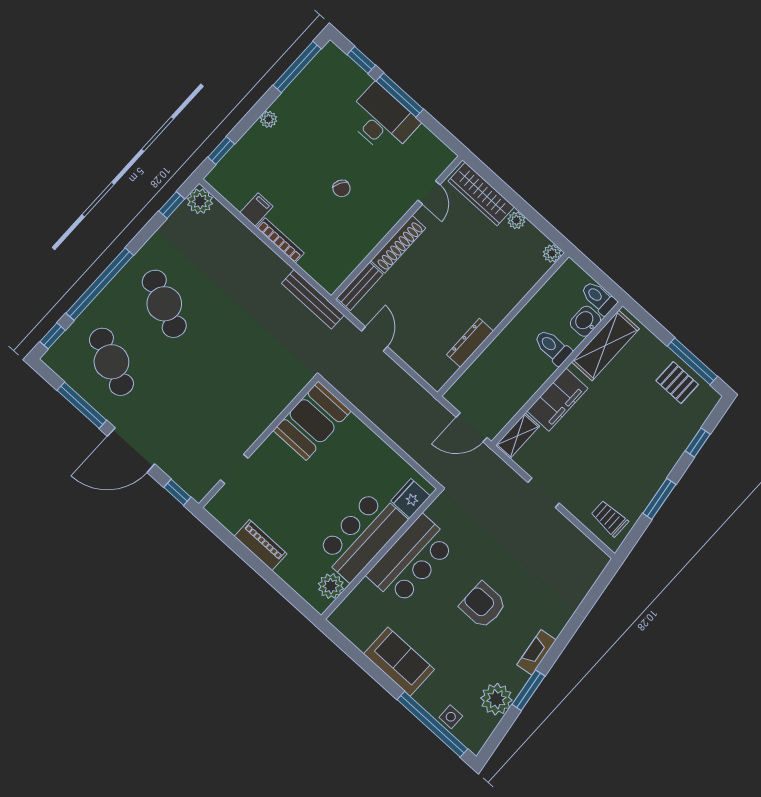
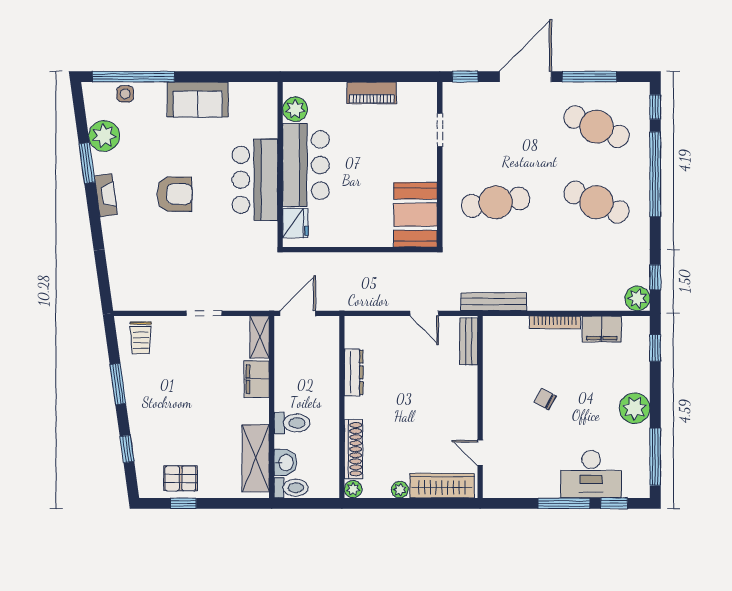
plant: (269, 119) -> (635, 408), width x1.88, depth x1.88
desk: (382, 120) -> (591, 474), moved
filing cabinet: (256, 209) -> (602, 329), width x2.00
shoe rack: (398, 244) -> (354, 449), moved, turned 180
window: (692, 361) -> (183, 503), width x0.46
cafe table: (242, 374) -> (496, 202), added
filing cabinet: (557, 400) -> (257, 379), width x0.67, depth x0.86
trolley: (609, 518) -> (141, 338), turned 90

